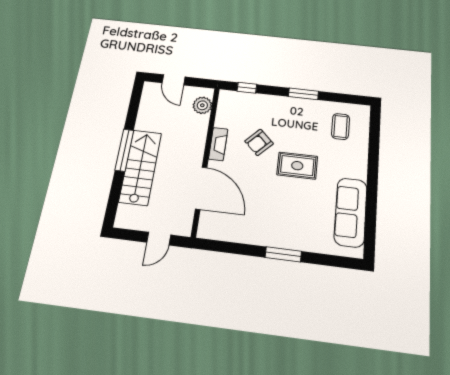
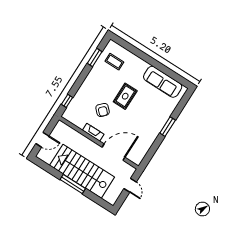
window: (303, 94) -> (95, 58), moved
plant: (202, 105) -> (66, 131), removed
stairs: (140, 167) -> (82, 171), width x1.36, depth x1.51

